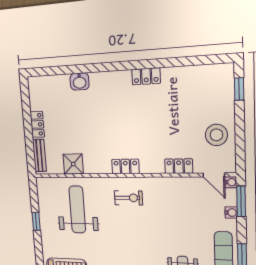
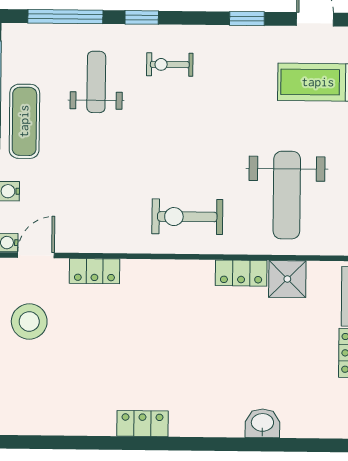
locker: (125, 167) -> (241, 273), moved
door: (214, 175) -> (36, 255), hinge flipped
exercise bike: (128, 198) -> (187, 217), width x1.38, depth x1.39

